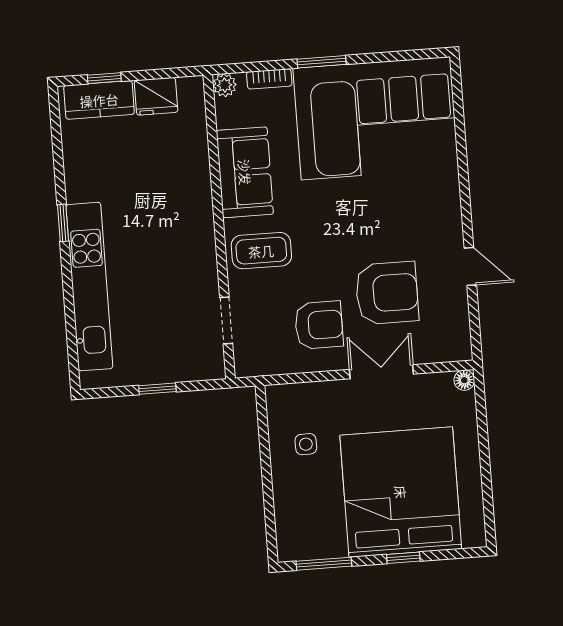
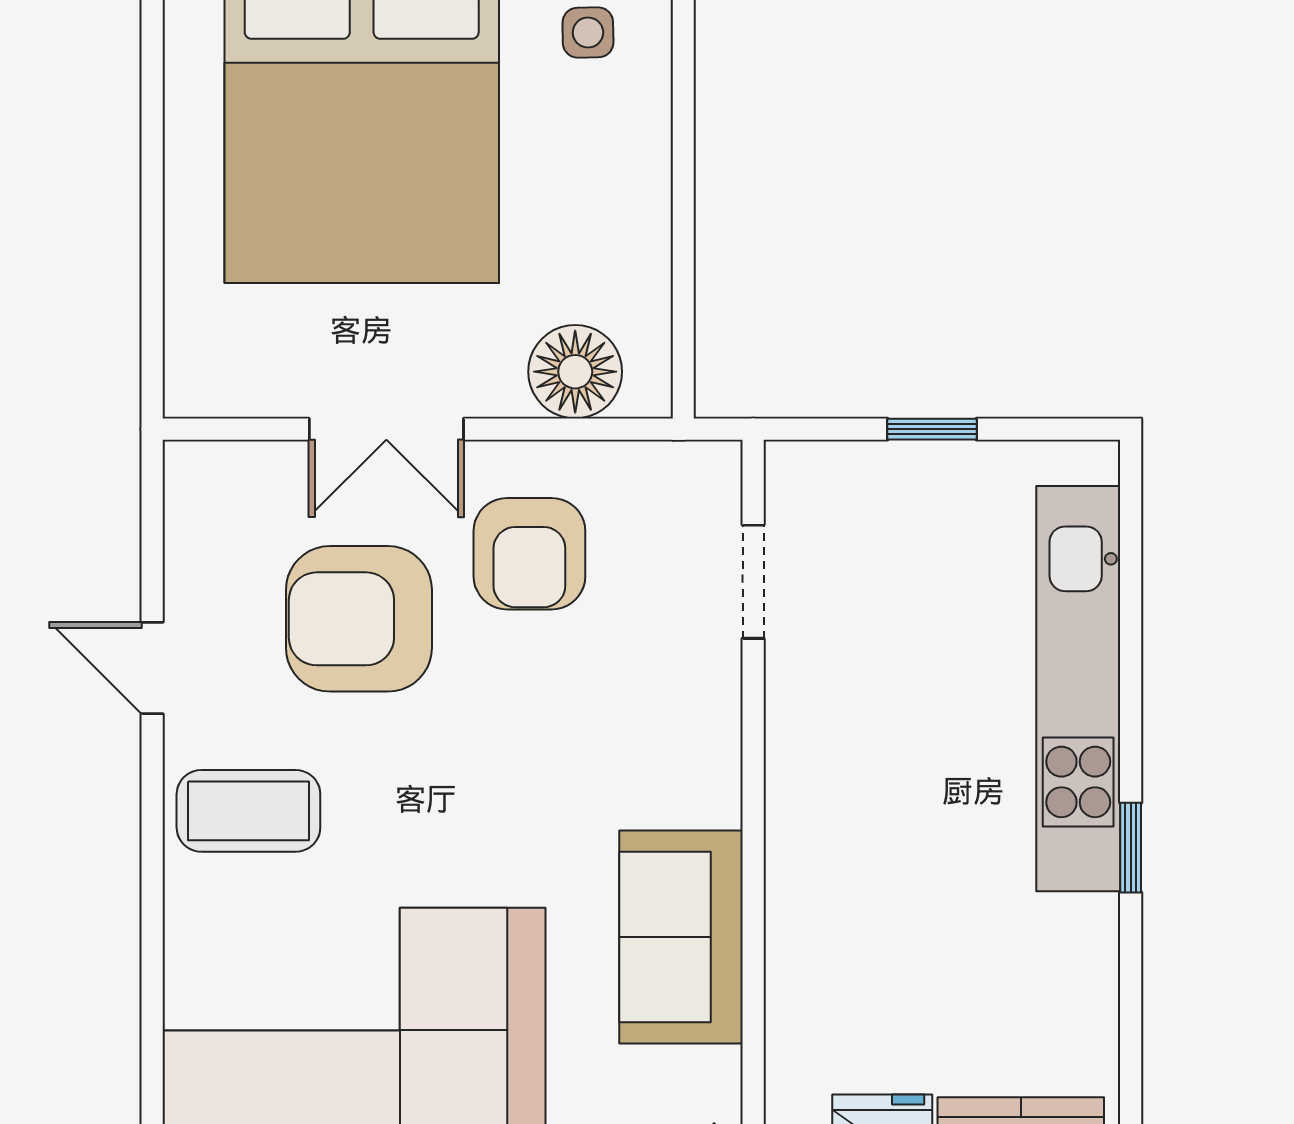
coffee table: (261, 251) -> (248, 811), moved
armchair: (319, 325) -> (529, 554), turned -90
floor lamp: (464, 380) -> (575, 372), moved, width x1.89, depth x1.89
side table: (306, 444) -> (588, 32), moved

